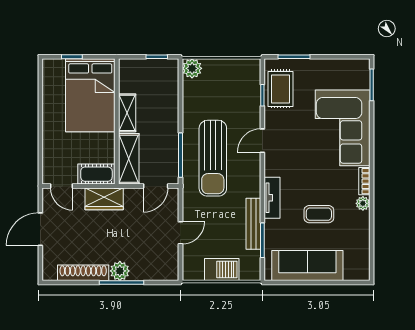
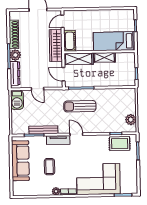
plant: (192, 68) -> (131, 120), moved
bed: (90, 95) -> (114, 41), width x0.67
door: (262, 141) -> (76, 134), moved
sun lounger: (213, 158) -> (80, 106), width x0.73, depth x0.75
wardrobe: (104, 199) -> (56, 45), width x1.50
barbecue: (222, 270) -> (17, 100), moved
dresser: (152, 272) -> (15, 73), added

